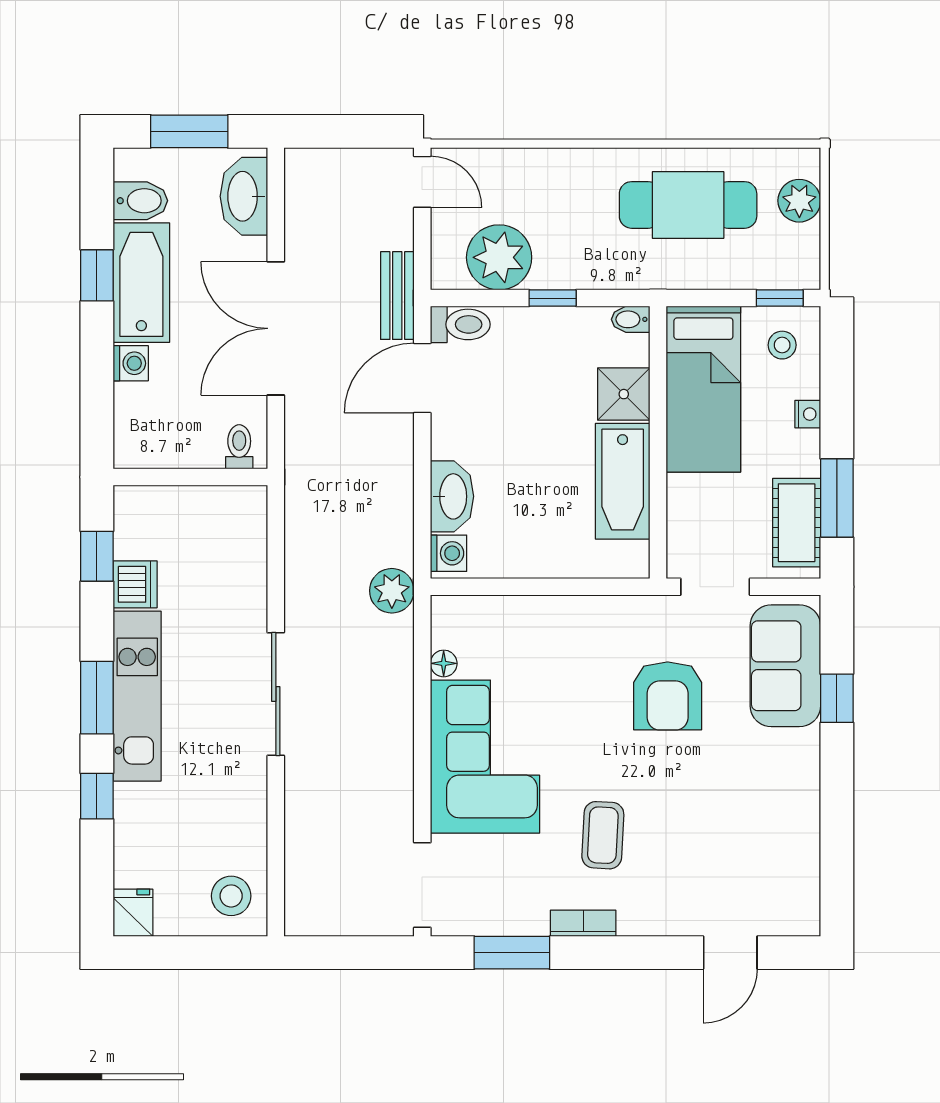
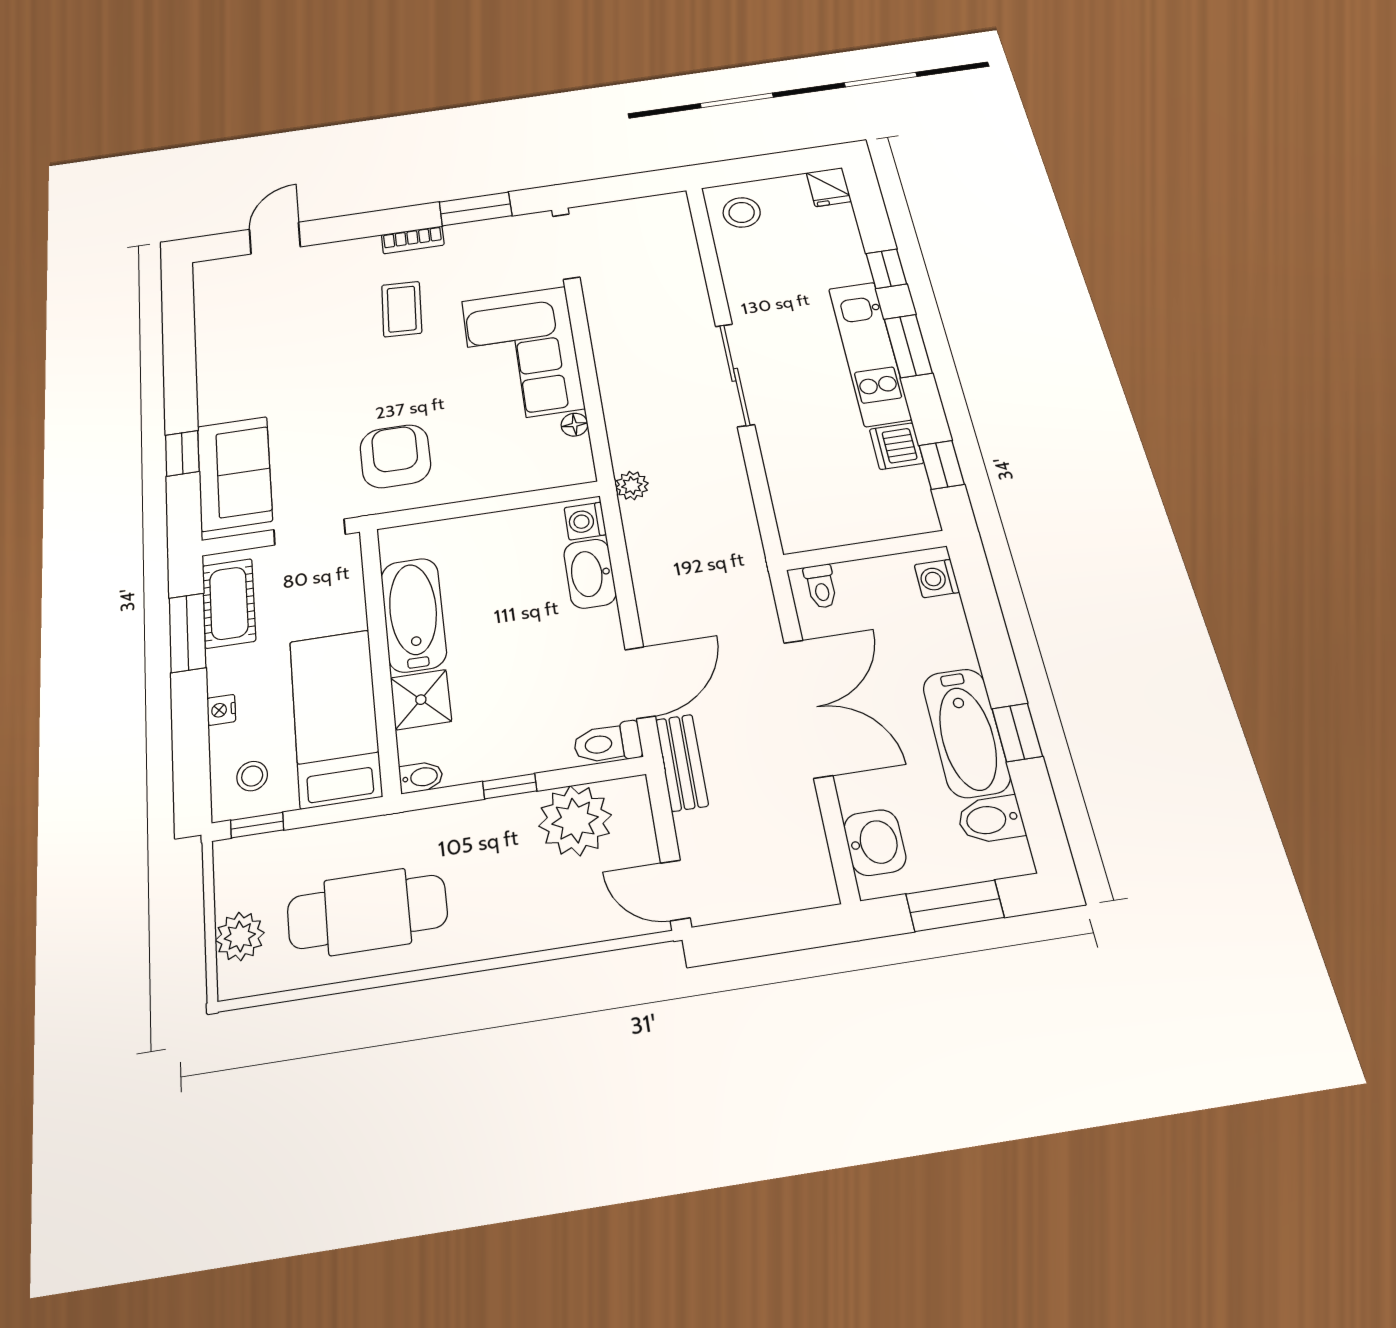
washbasin: (244, 196) -> (875, 843), width x0.72
washing machine: (131, 363) -> (937, 578), moved
plant: (392, 591) -> (632, 486), width x0.73, depth x0.73
armchair: (668, 696) -> (395, 456), moved

